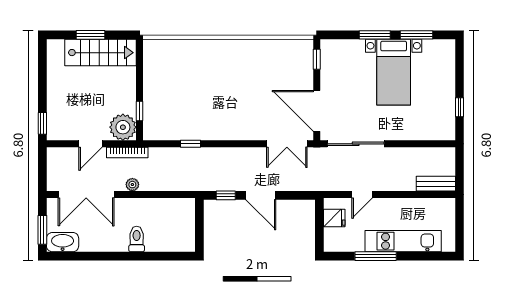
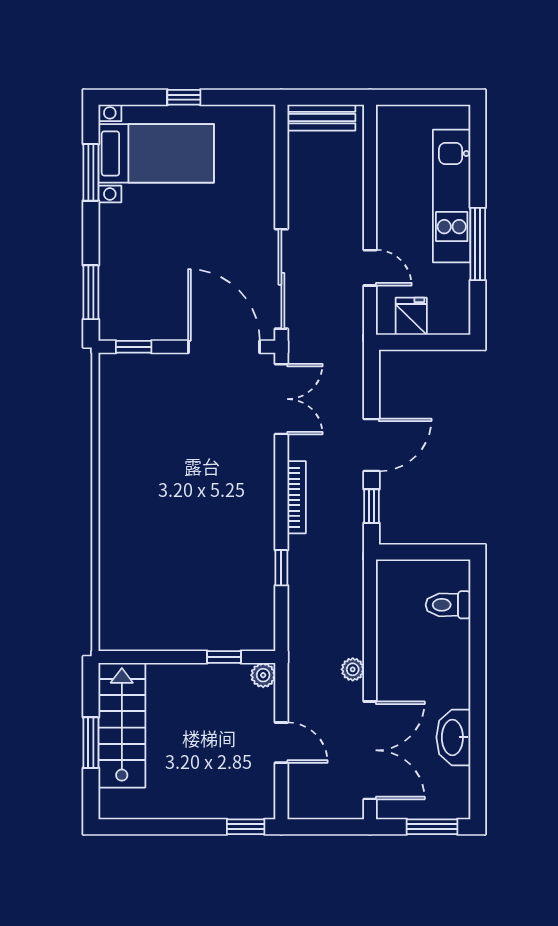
window: (375, 35) -> (91, 292), moved
bed with nightstands: (394, 72) -> (156, 153), moved
window: (460, 107) -> (184, 97), moved
door: (317, 111) -> (224, 347), swing flipped
plant: (123, 127) -> (263, 675), width x0.53, depth x0.53
bookcase: (127, 152) -> (297, 497), moved
bench: (436, 184) -> (321, 118), moved, turned 90
toilet: (137, 239) -> (448, 605), moved
washbasin: (63, 242) -> (453, 737), moved

